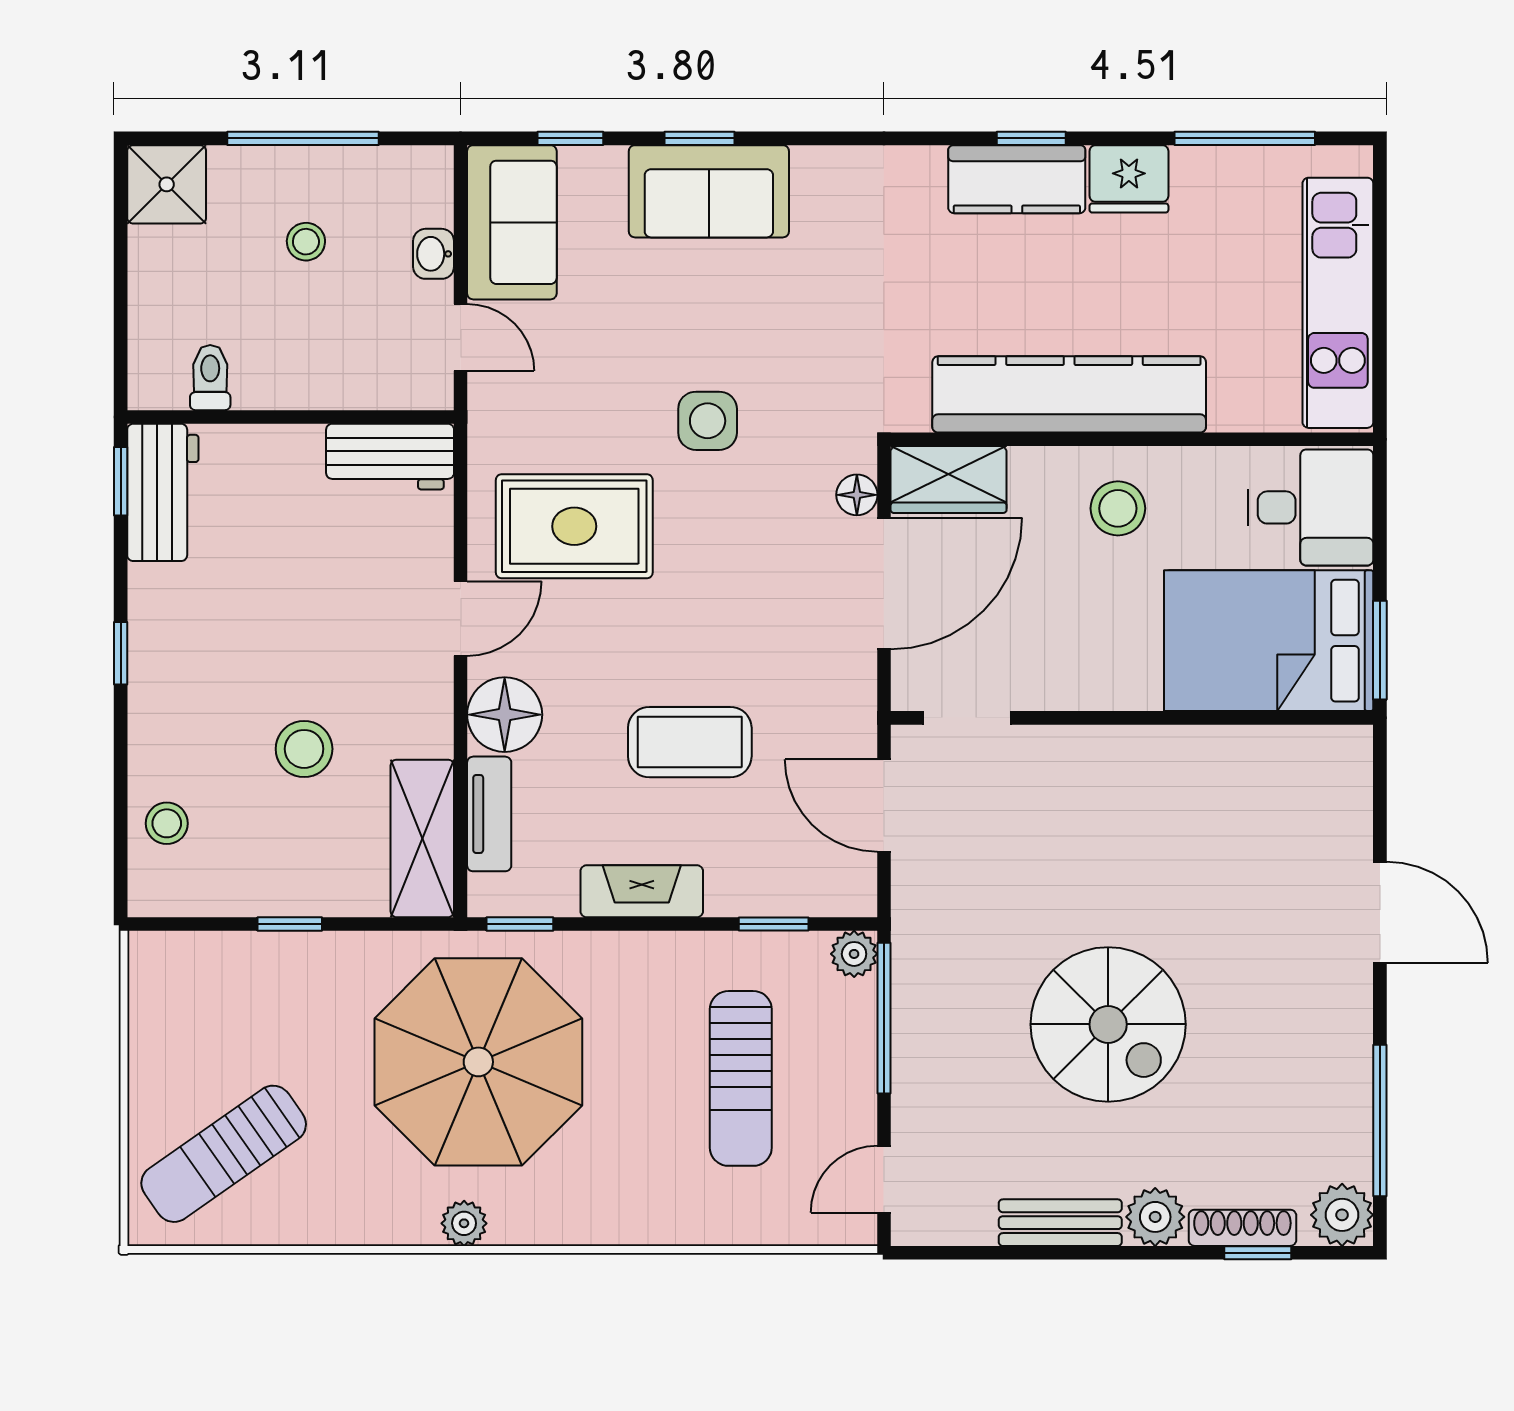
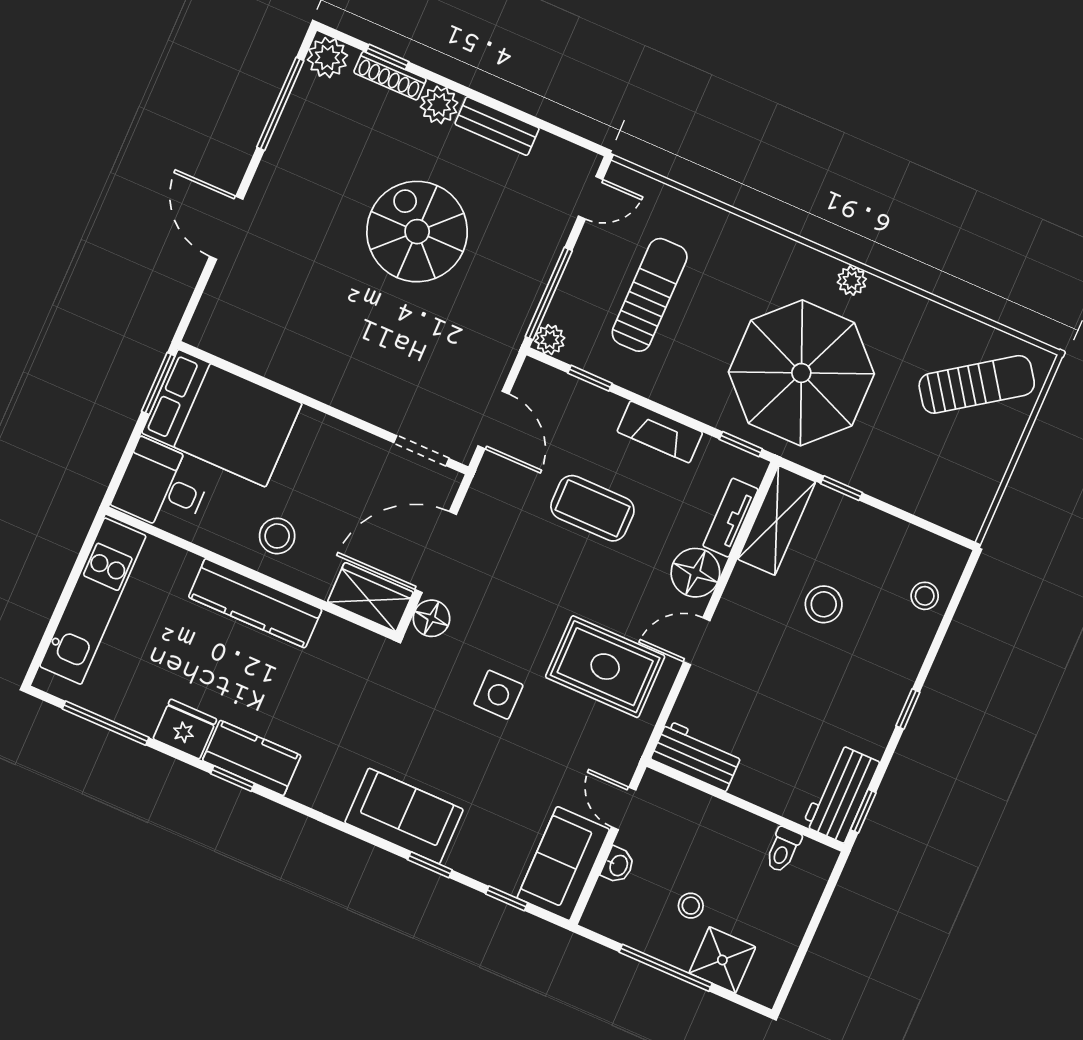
shower: (167, 184) -> (722, 960), moved
sofa: (709, 191) -> (404, 816), moved
kitchen counter: (1069, 394) -> (255, 603), width x0.72, depth x0.86
floor lamp: (857, 495) -> (431, 618), width x1.37, depth x1.37
window: (290, 924) -> (842, 488), moved

